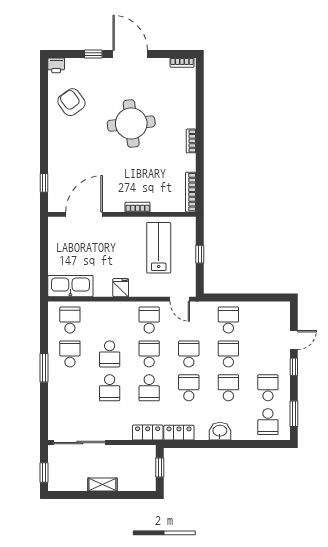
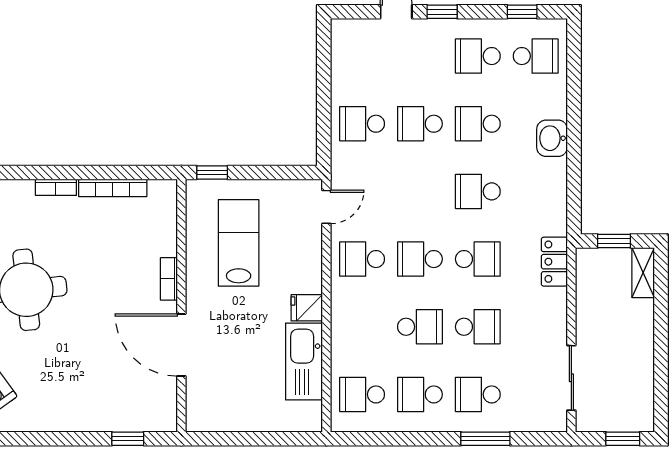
bookcase: (191, 192) -> (113, 188), moved
door: (84, 214) -> (181, 345), moved
lab bench: (159, 248) -> (239, 243), turned 90
window: (200, 254) -> (212, 173), moved
kitchen sink: (70, 286) -> (304, 361), moved
school desk: (189, 354) -> (478, 394), moved
window: (44, 368) -> (485, 439), moved
window: (294, 414) -> (522, 12), width x0.67
locker: (179, 433) -> (555, 208), removed
sliding door: (80, 443) -> (571, 378), width x0.73
shelving: (102, 485) -> (643, 273), moved

